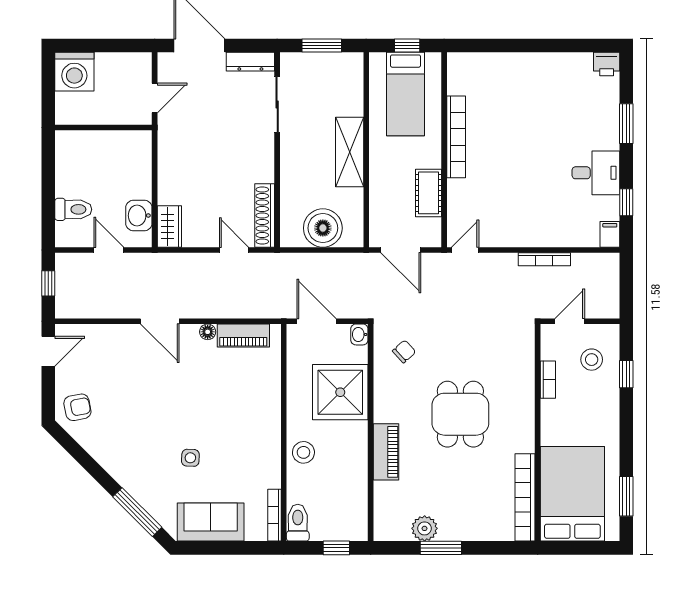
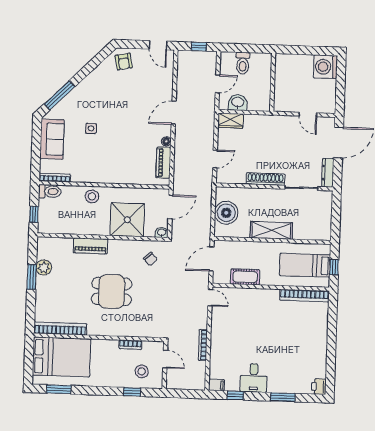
window: (322, 46) -> (336, 216), removed
wall: (103, 128) -> (273, 82), moved
bookcase: (456, 137) -> (304, 296), moved
shoe rack: (265, 216) -> (265, 179), moved

